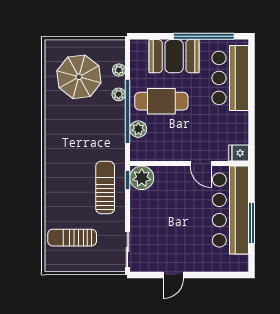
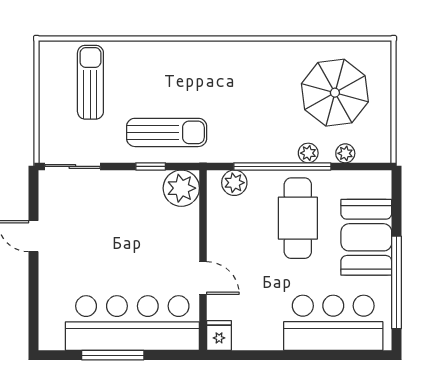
plant: (138, 129) -> (234, 183), moved
door: (201, 164) -> (203, 278), swing flipped
window: (127, 180) -> (151, 166), moved

